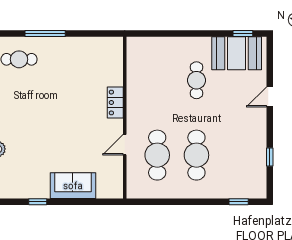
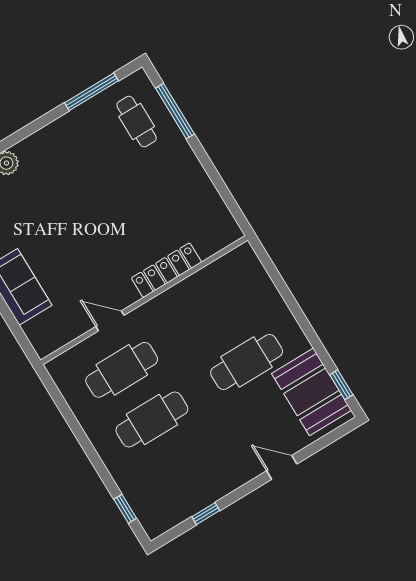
window: (45, 34) -> (175, 111), moved
cafe table: (196, 80) -> (247, 362), width x1.37, depth x1.35
locker: (115, 102) -> (166, 270), width x1.53

